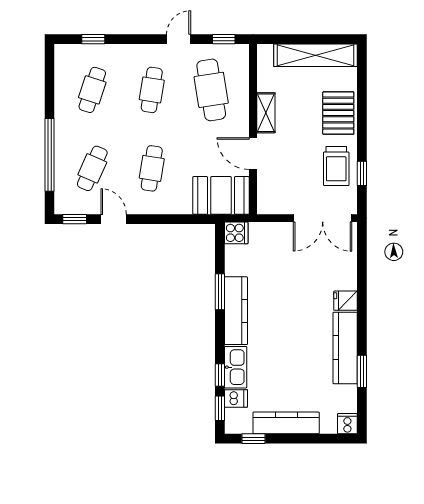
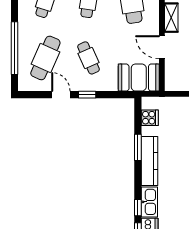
cafe table: (92, 168) -> (45, 58), width x1.37, depth x1.35
cafe table: (152, 168) -> (89, 58), turned -33
window: (75, 219) -> (87, 95), moved
cooker: (236, 233) -> (150, 118), moved

